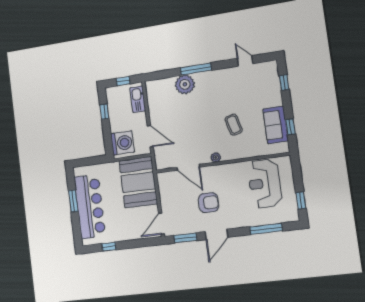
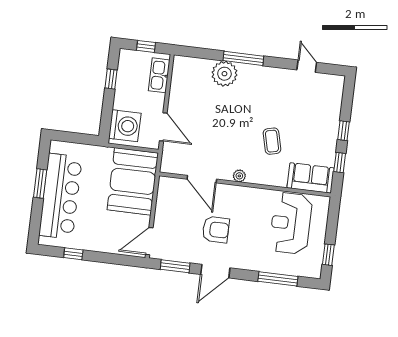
window: (284, 83) -> (344, 131), moved
sofa: (276, 125) -> (311, 178), moved, turned 90

